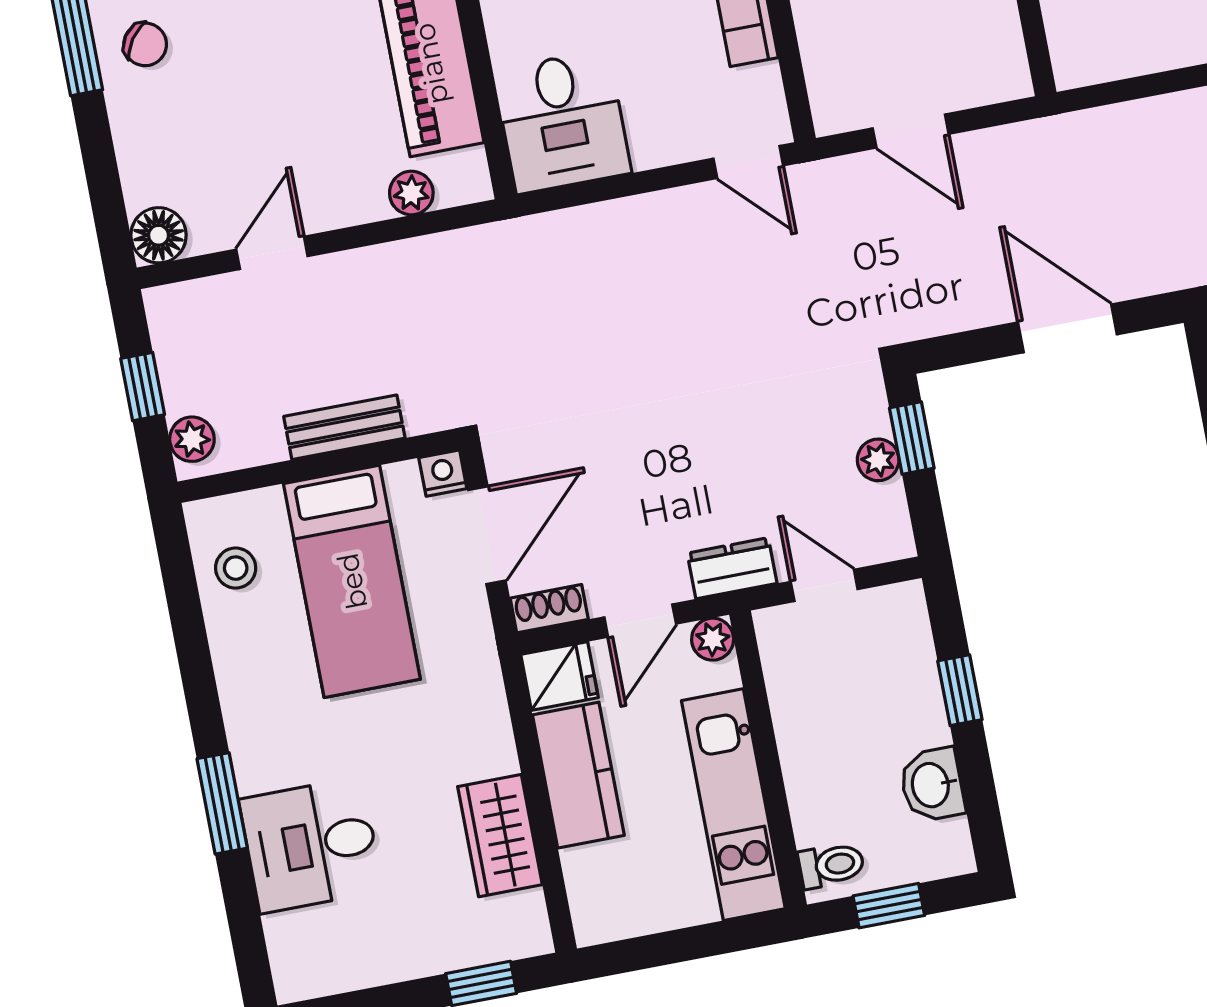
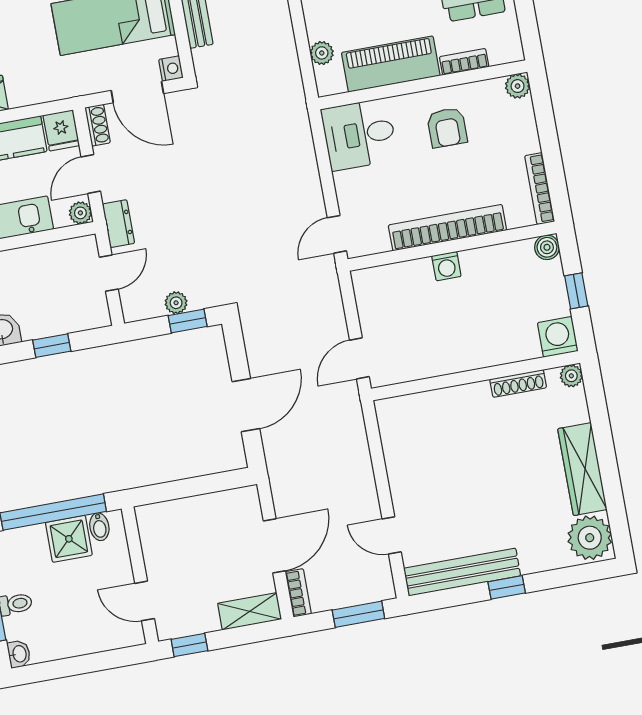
door: (911, 131) -> (359, 358), moved
door: (640, 621) -> (91, 174), hinge flipped

